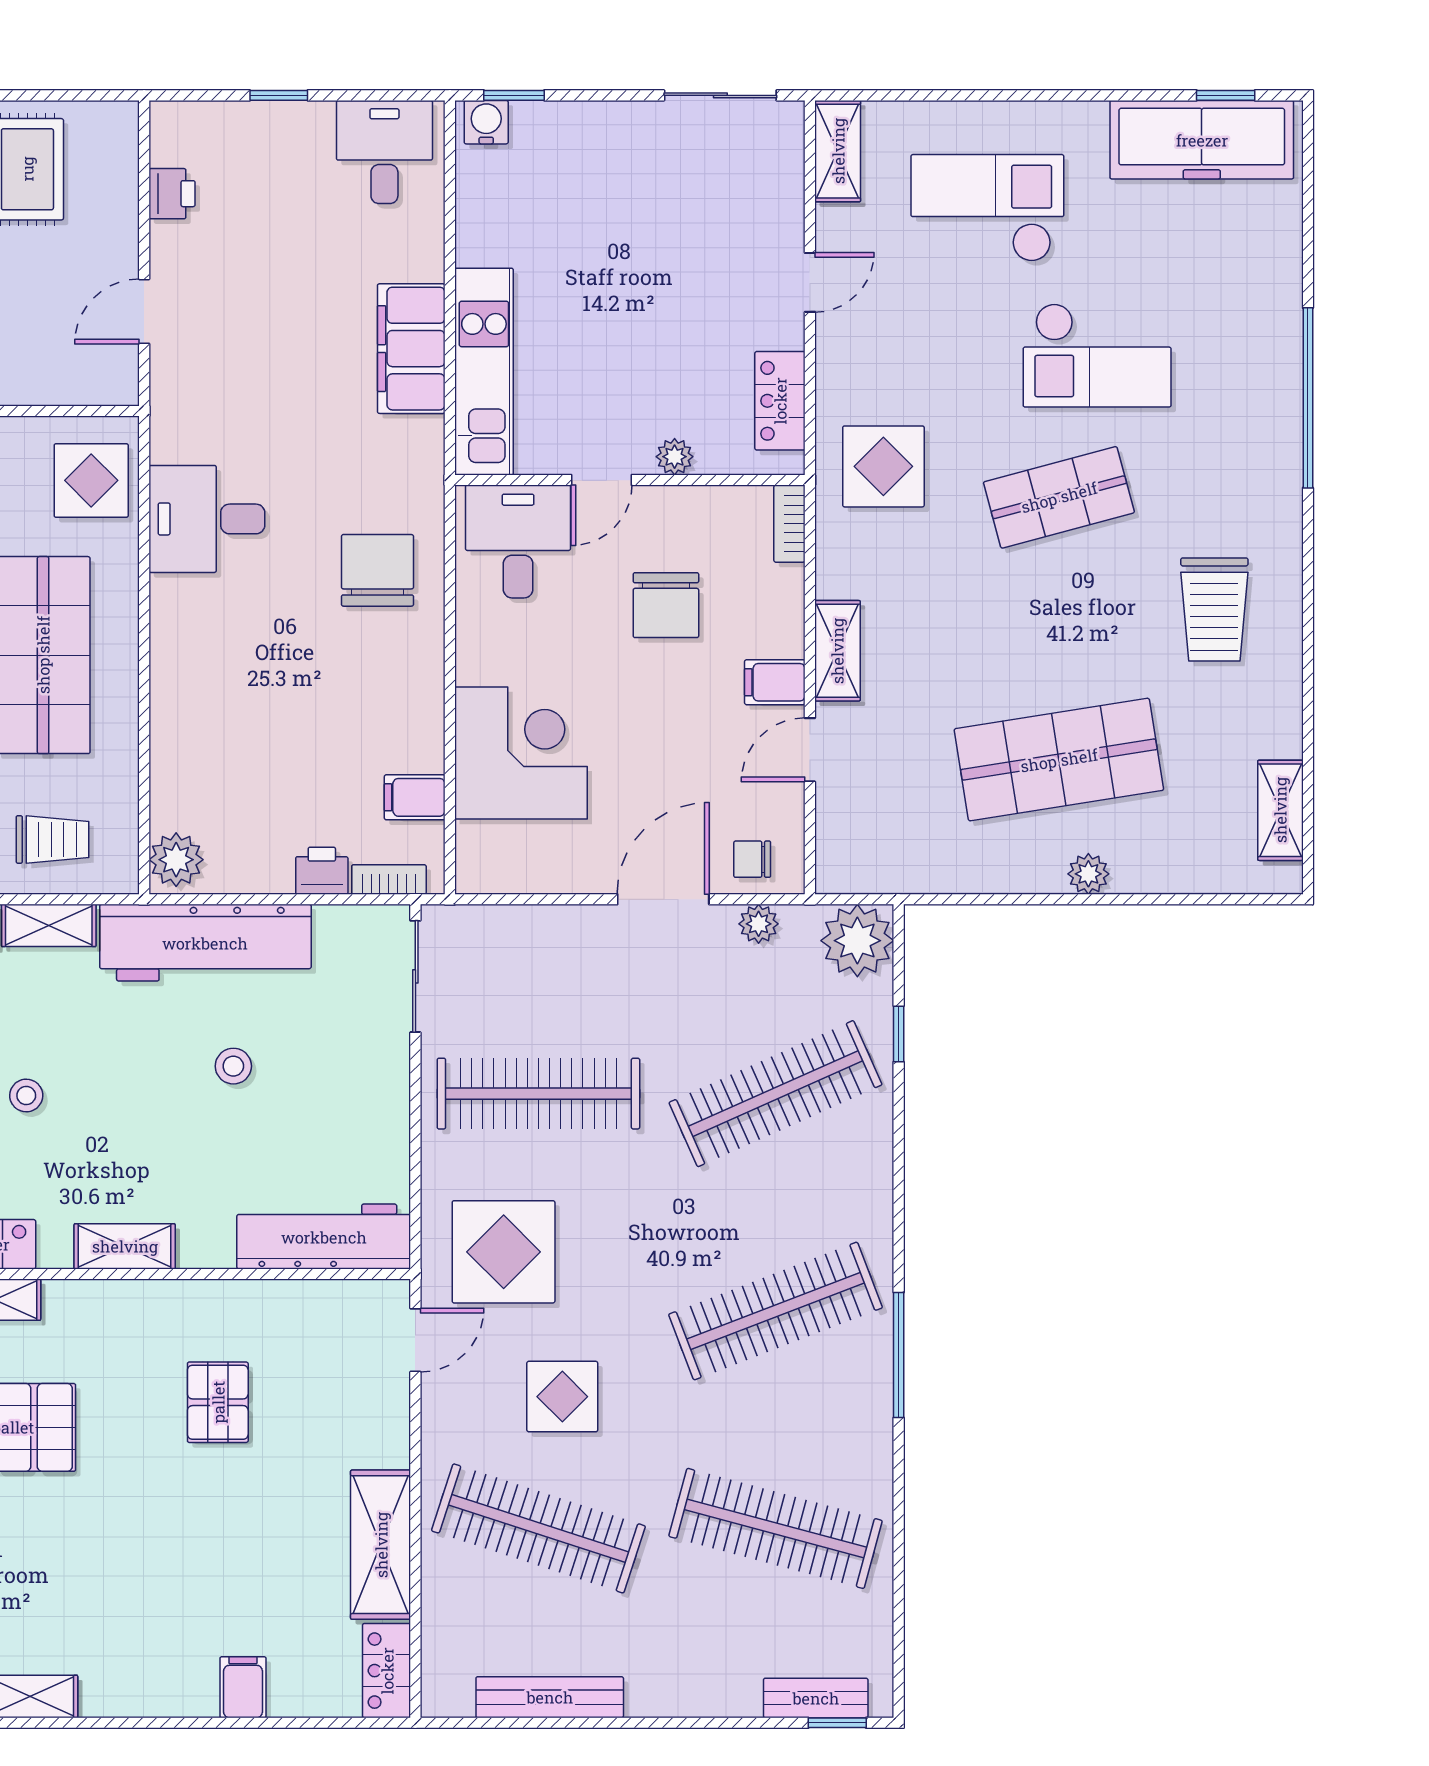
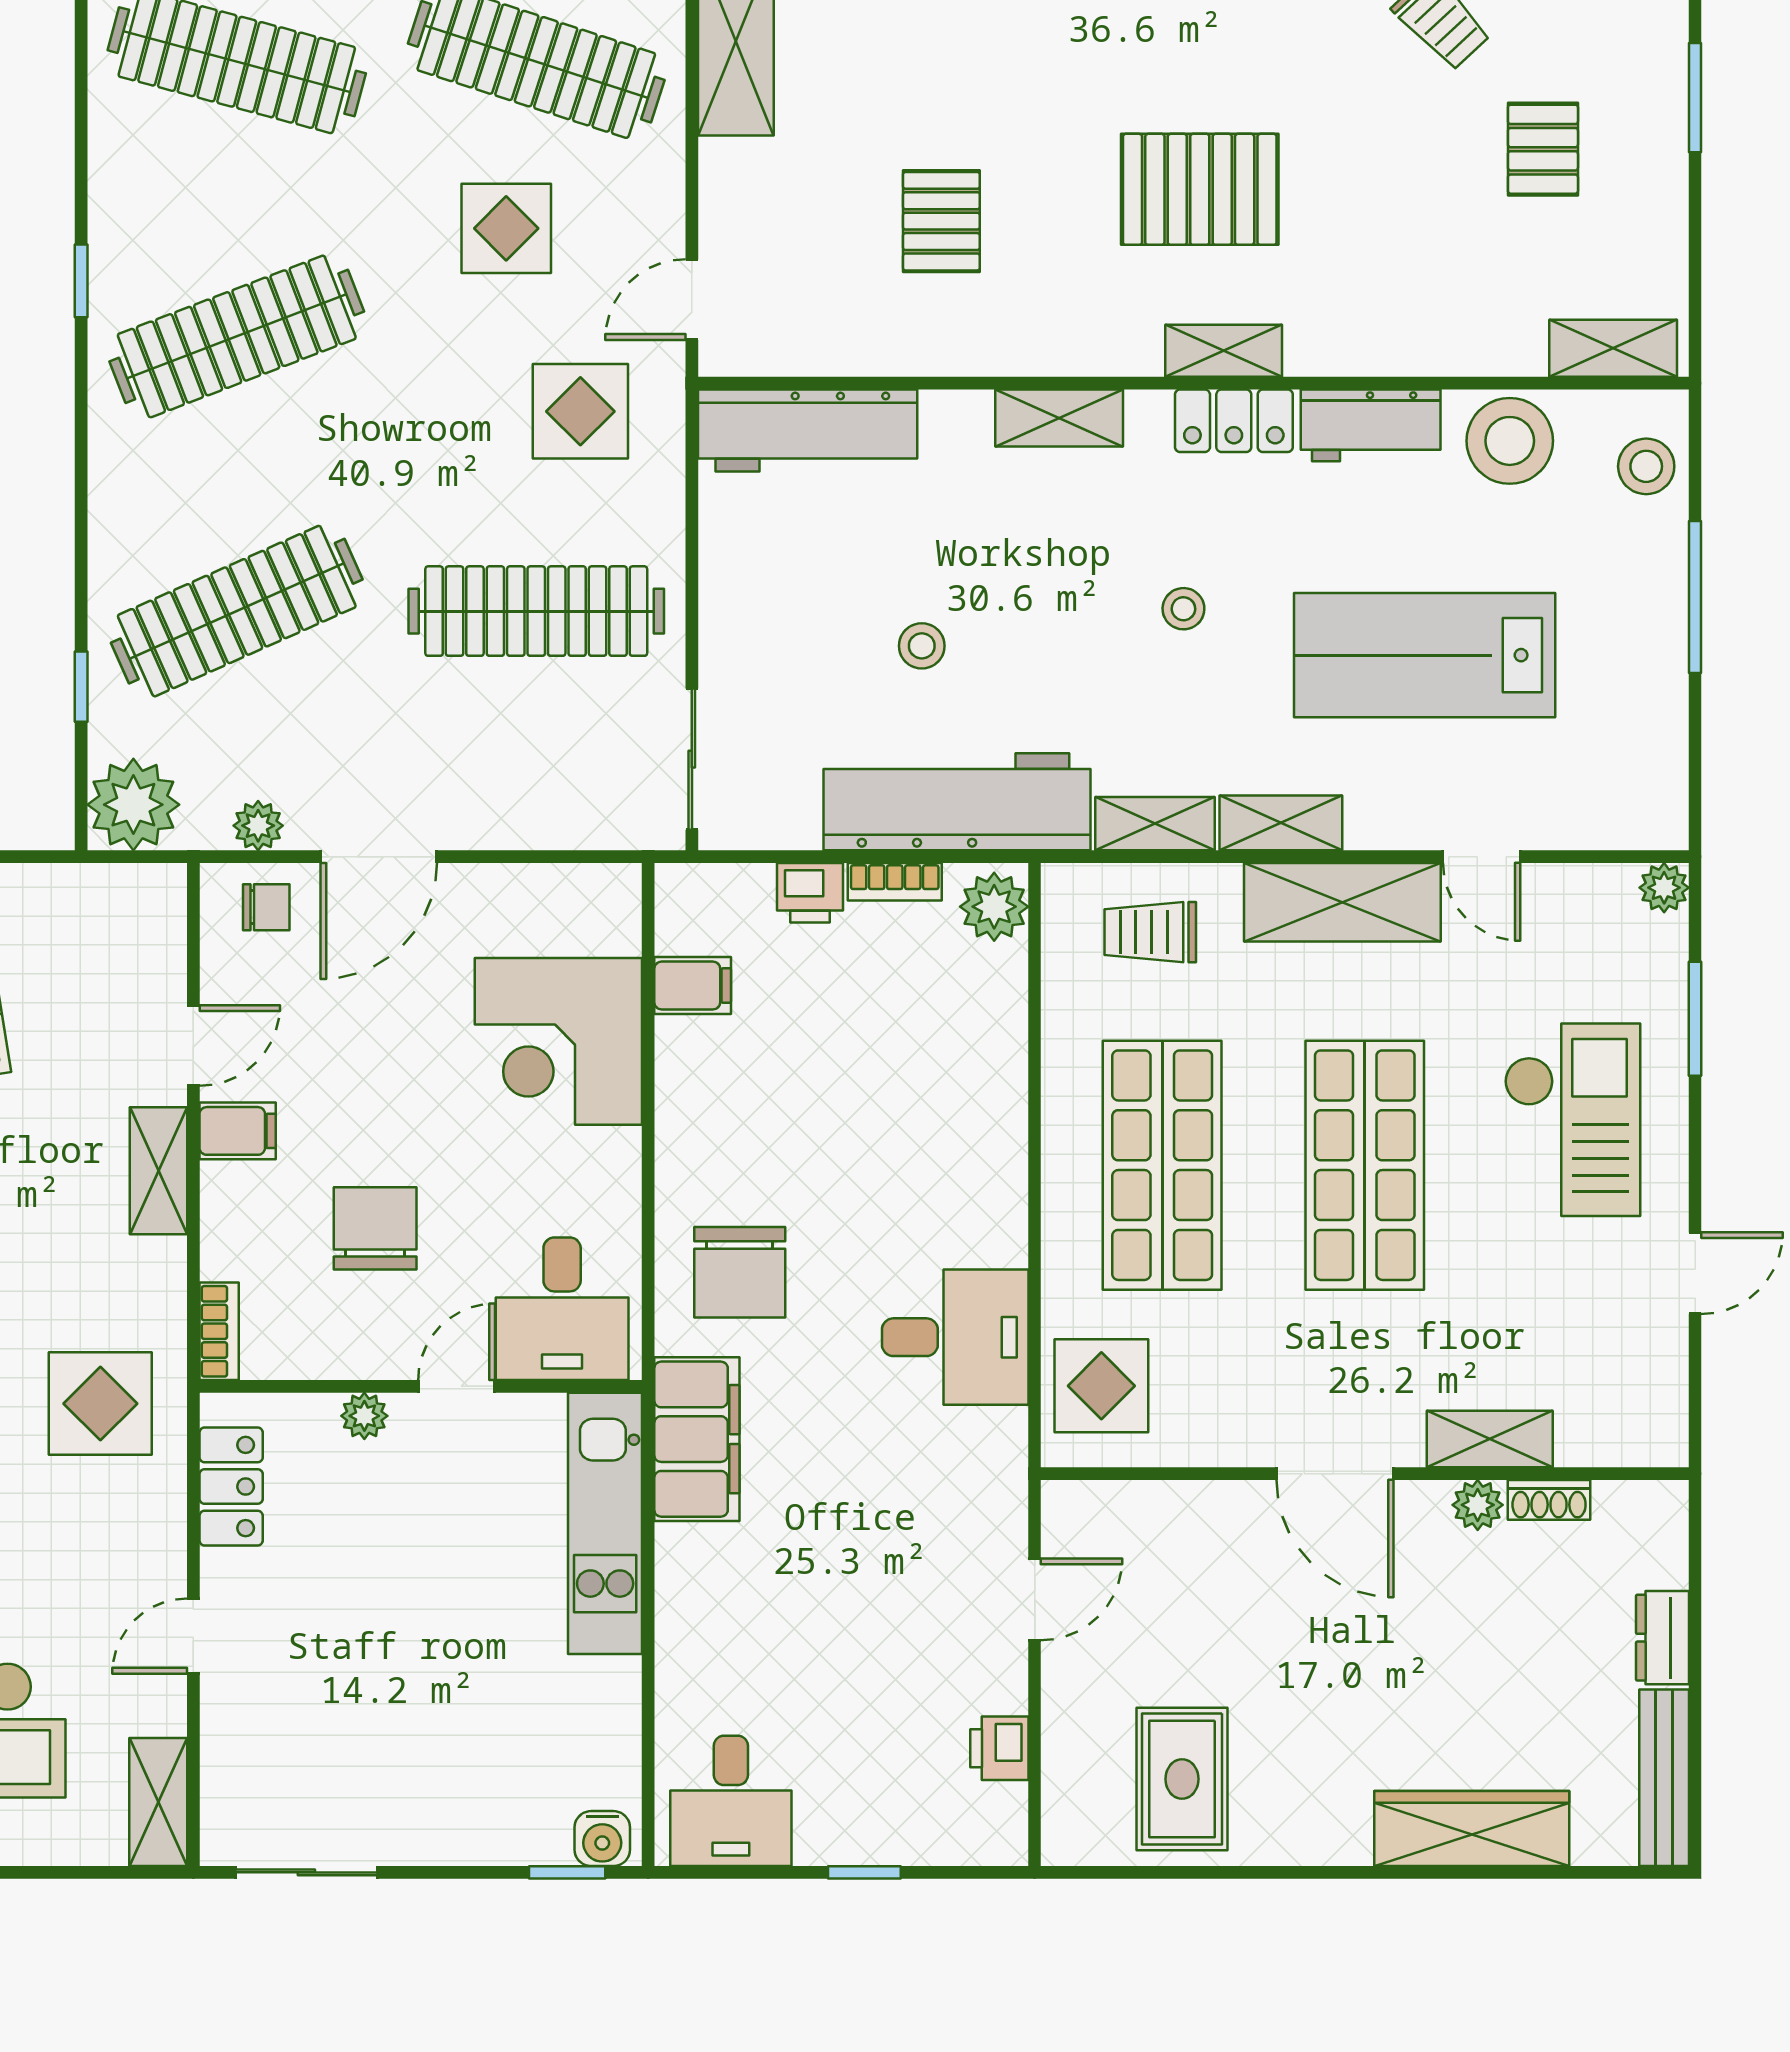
filing cabinet: (411, 349) -> (697, 1439), moved
bookcase: (389, 879) -> (895, 882), moved
display table: (504, 1252) -> (580, 411), width x0.73, depth x0.73
window: (899, 1355) -> (81, 281), width x0.46

